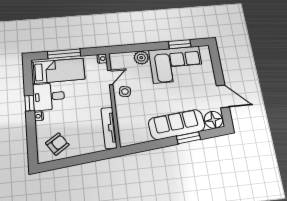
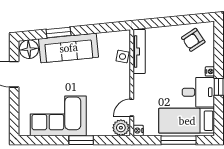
window: (180, 44) -> (81, 140), moved
plant: (141, 58) -> (121, 128), moved
side table: (125, 92) -> (122, 57), moved

